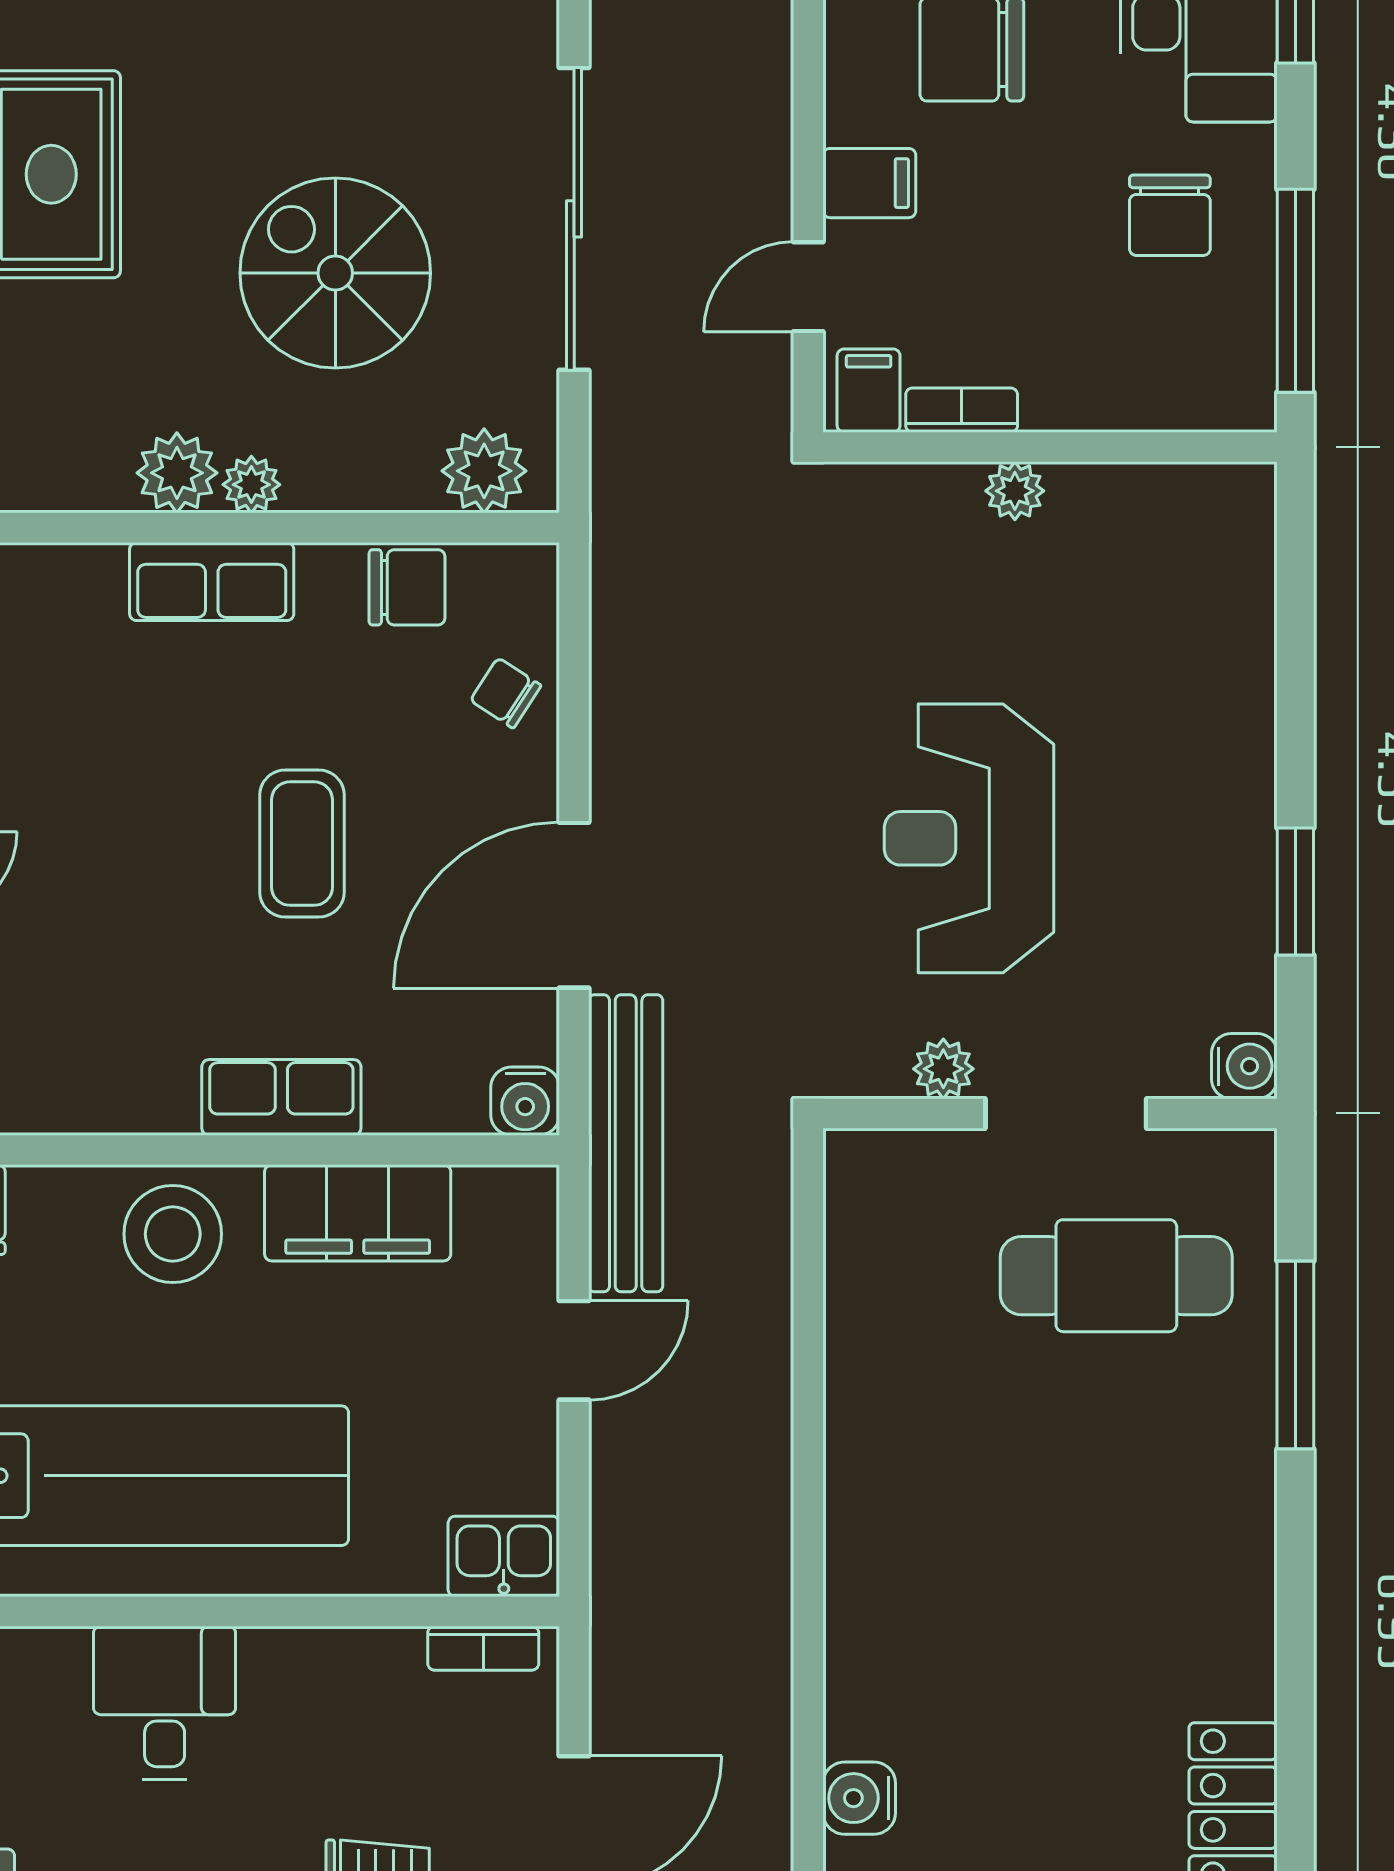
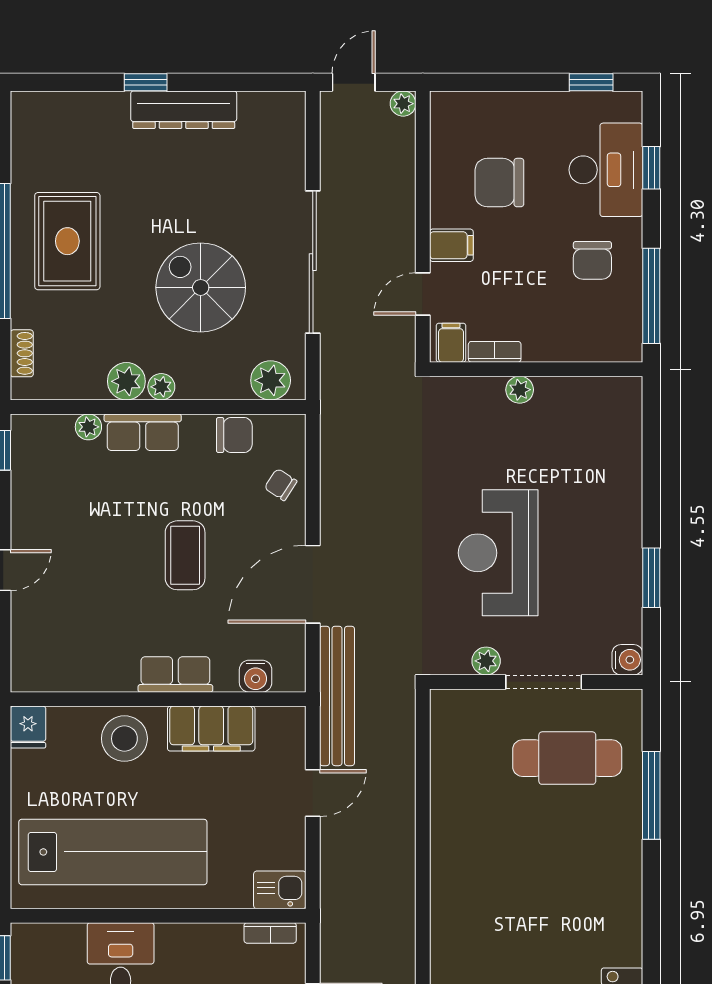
plant: (96, 570) -> (88, 427), added
water cooler: (525, 1101) -> (256, 676), moved

